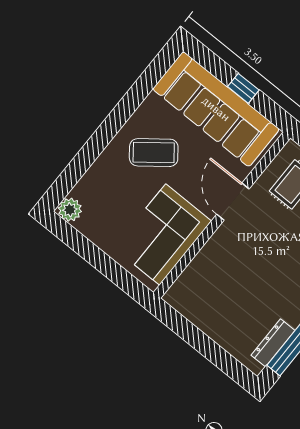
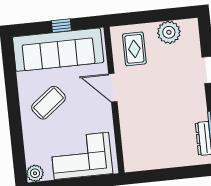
corner sofa: (163, 235) -> (81, 156), moved, turned 90

